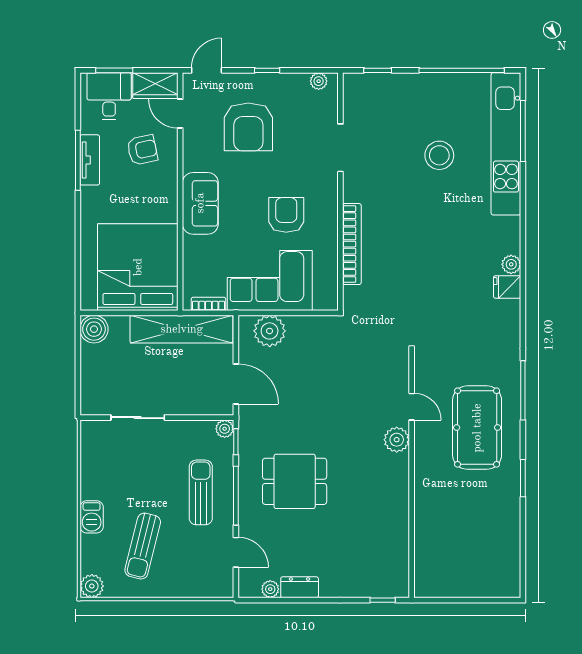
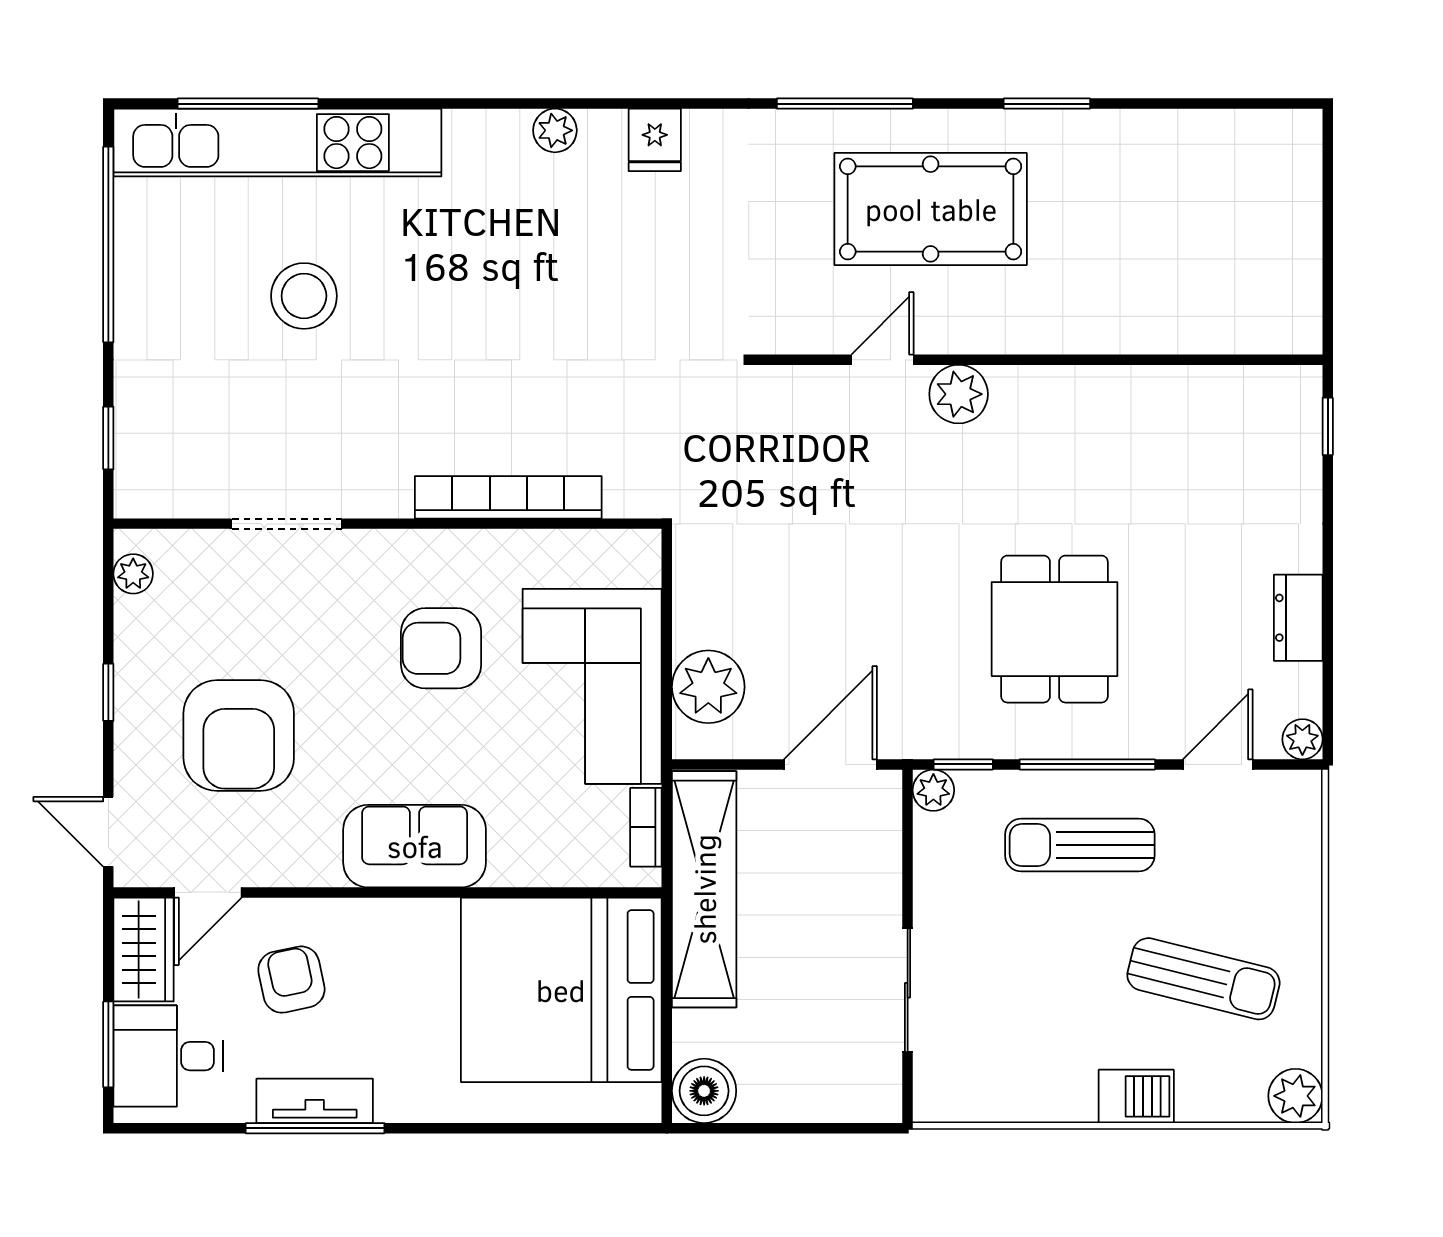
armchair: (248, 127) -> (239, 735), turned 90
fridge: (507, 287) -> (655, 140), moved
plant: (270, 589) -> (1302, 739), moved

